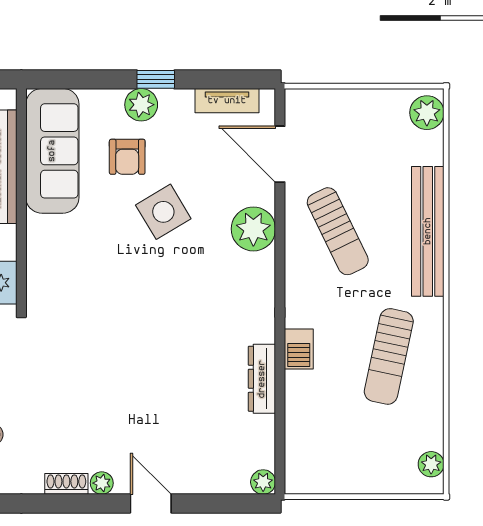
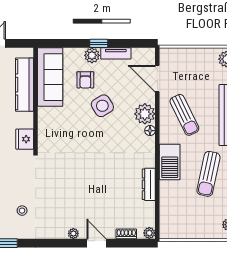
tv unit: (227, 101) -> (116, 53), moved
floor lamp: (265, 264) -> (150, 131), added
barbecue: (299, 349) -> (170, 162), width x1.88, depth x1.53
shoe rack: (66, 484) -> (126, 234), moved

